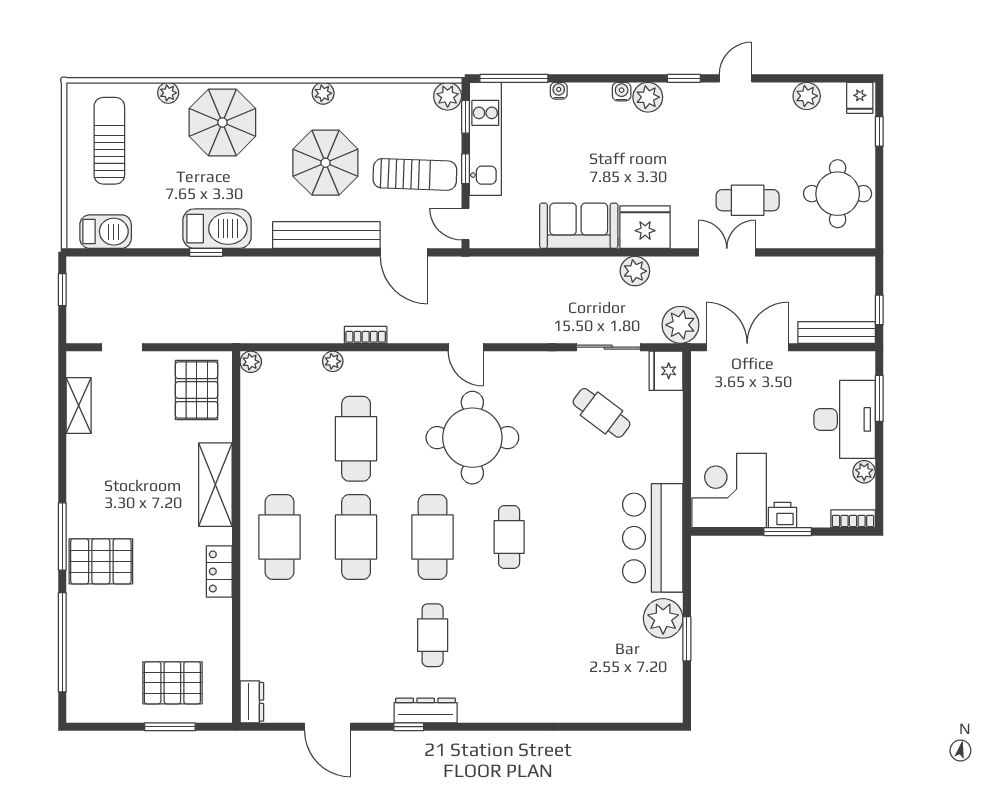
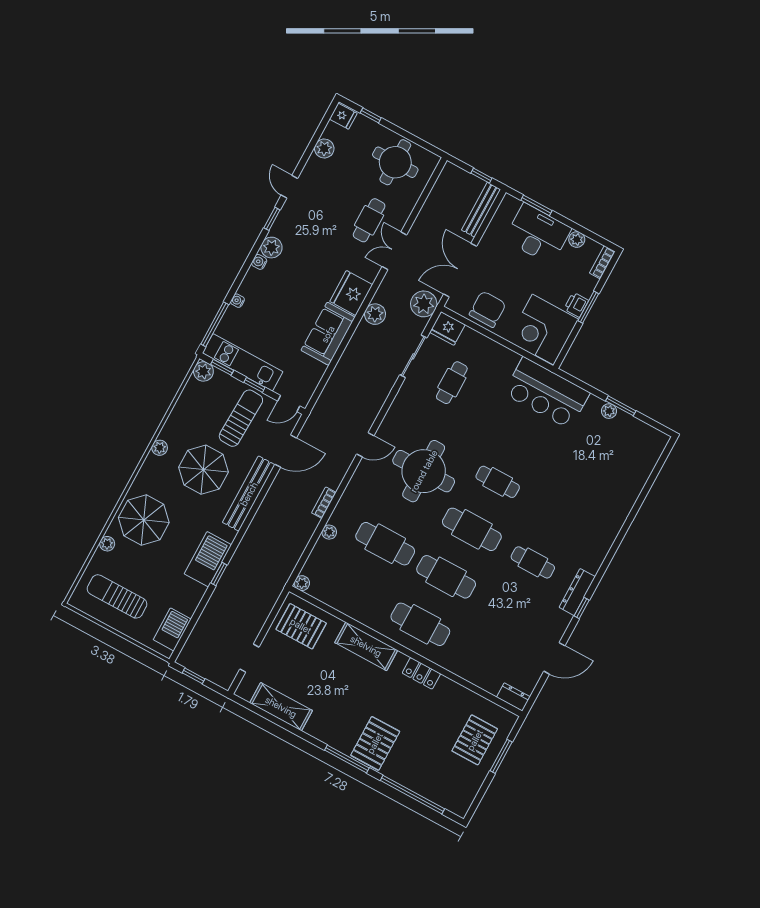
shelving: (79, 405) -> (281, 707), width x1.50, depth x1.33
chair: (717, 408) -> (488, 309), added
cafe table: (601, 413) -> (452, 383), turned -37
plant: (663, 618) -> (609, 411), width x0.53, depth x0.53

